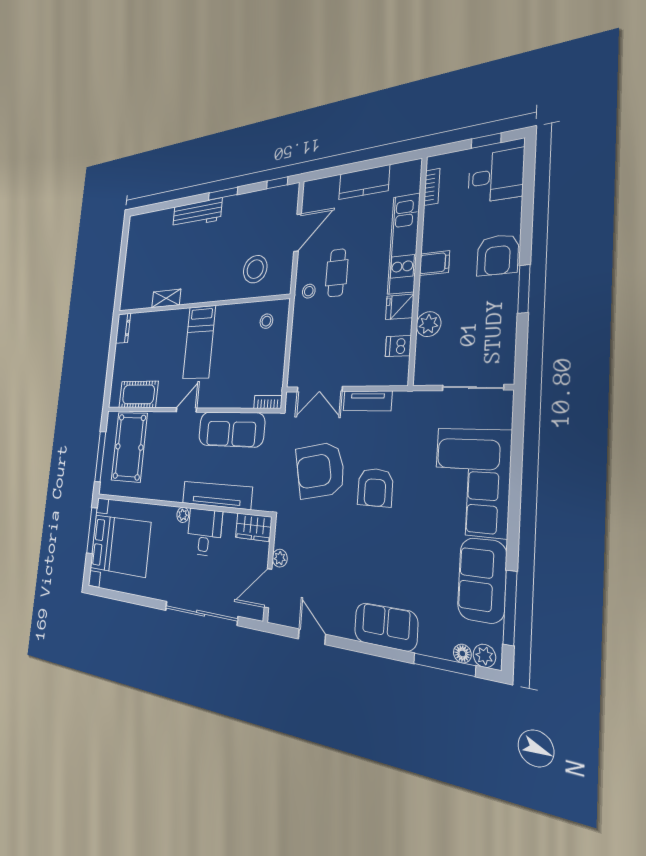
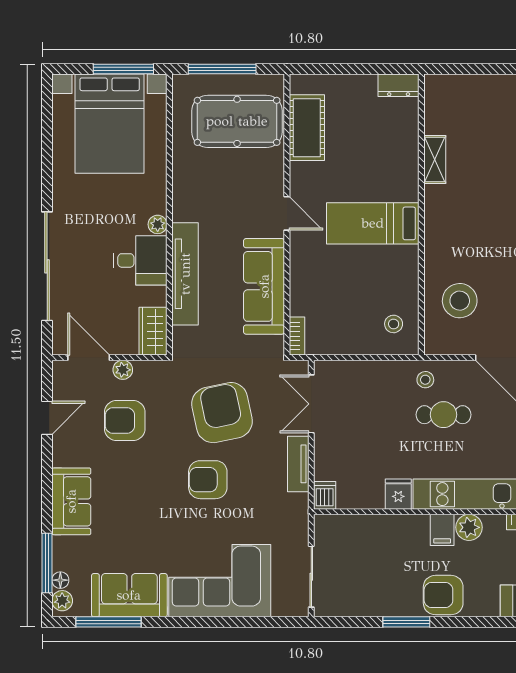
plant: (429, 324) -> (469, 527), moved
dishwasher: (398, 346) -> (325, 495), moved
armchair: (320, 562) -> (125, 420), added

